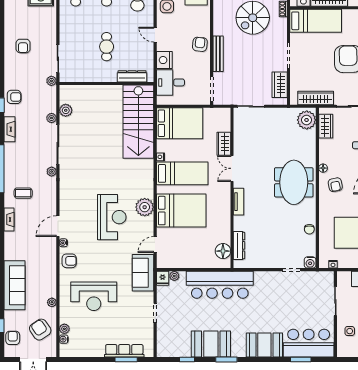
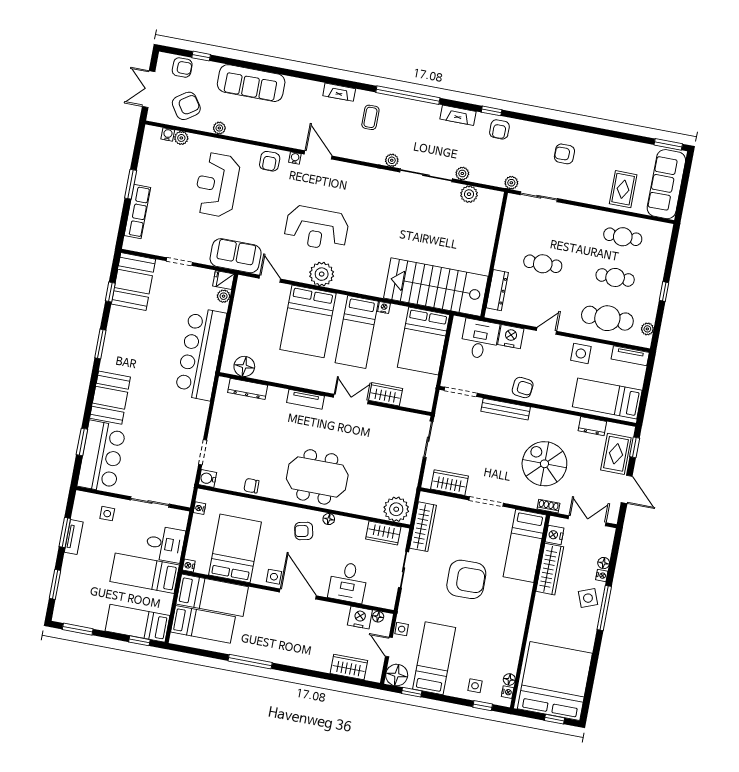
booth: (211, 344) -> (133, 282), moved
window: (126, 359) -> (131, 184), moved

